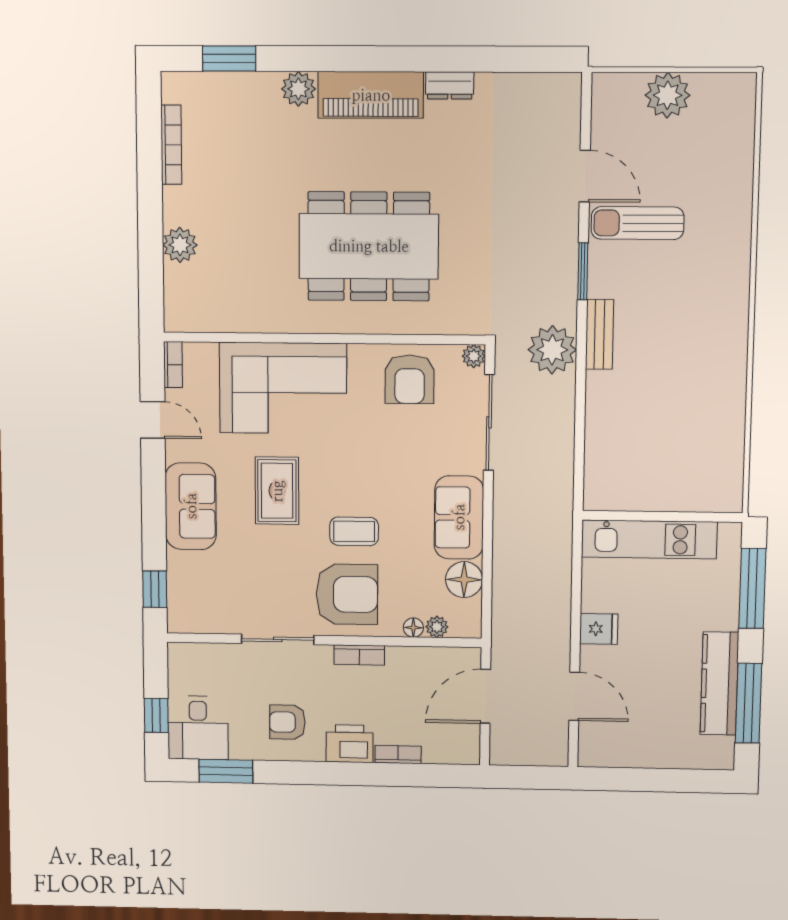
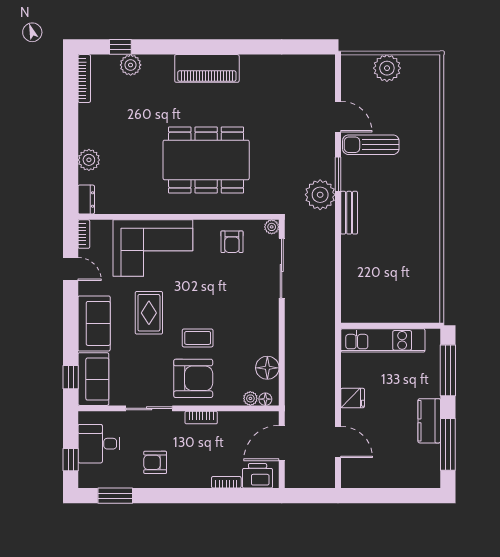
window: (229, 59) -> (120, 47), width x0.67
dresser: (450, 85) -> (86, 199), moved, turned -90
plant: (298, 89) -> (131, 65), moved
bookcase: (171, 145) -> (84, 79), moved
plant: (552, 350) -> (320, 195), moved
armchair: (410, 379) -> (232, 242), width x0.72, depth x0.72
sofa: (459, 517) -> (93, 379), moved, turned 180
floor lamp: (413, 628) -> (265, 399), moved
kitchen counter: (719, 684) -> (429, 421), width x0.67
desk: (198, 728) -> (99, 444), moved, turned 90
printer: (350, 744) -> (258, 476), moved

